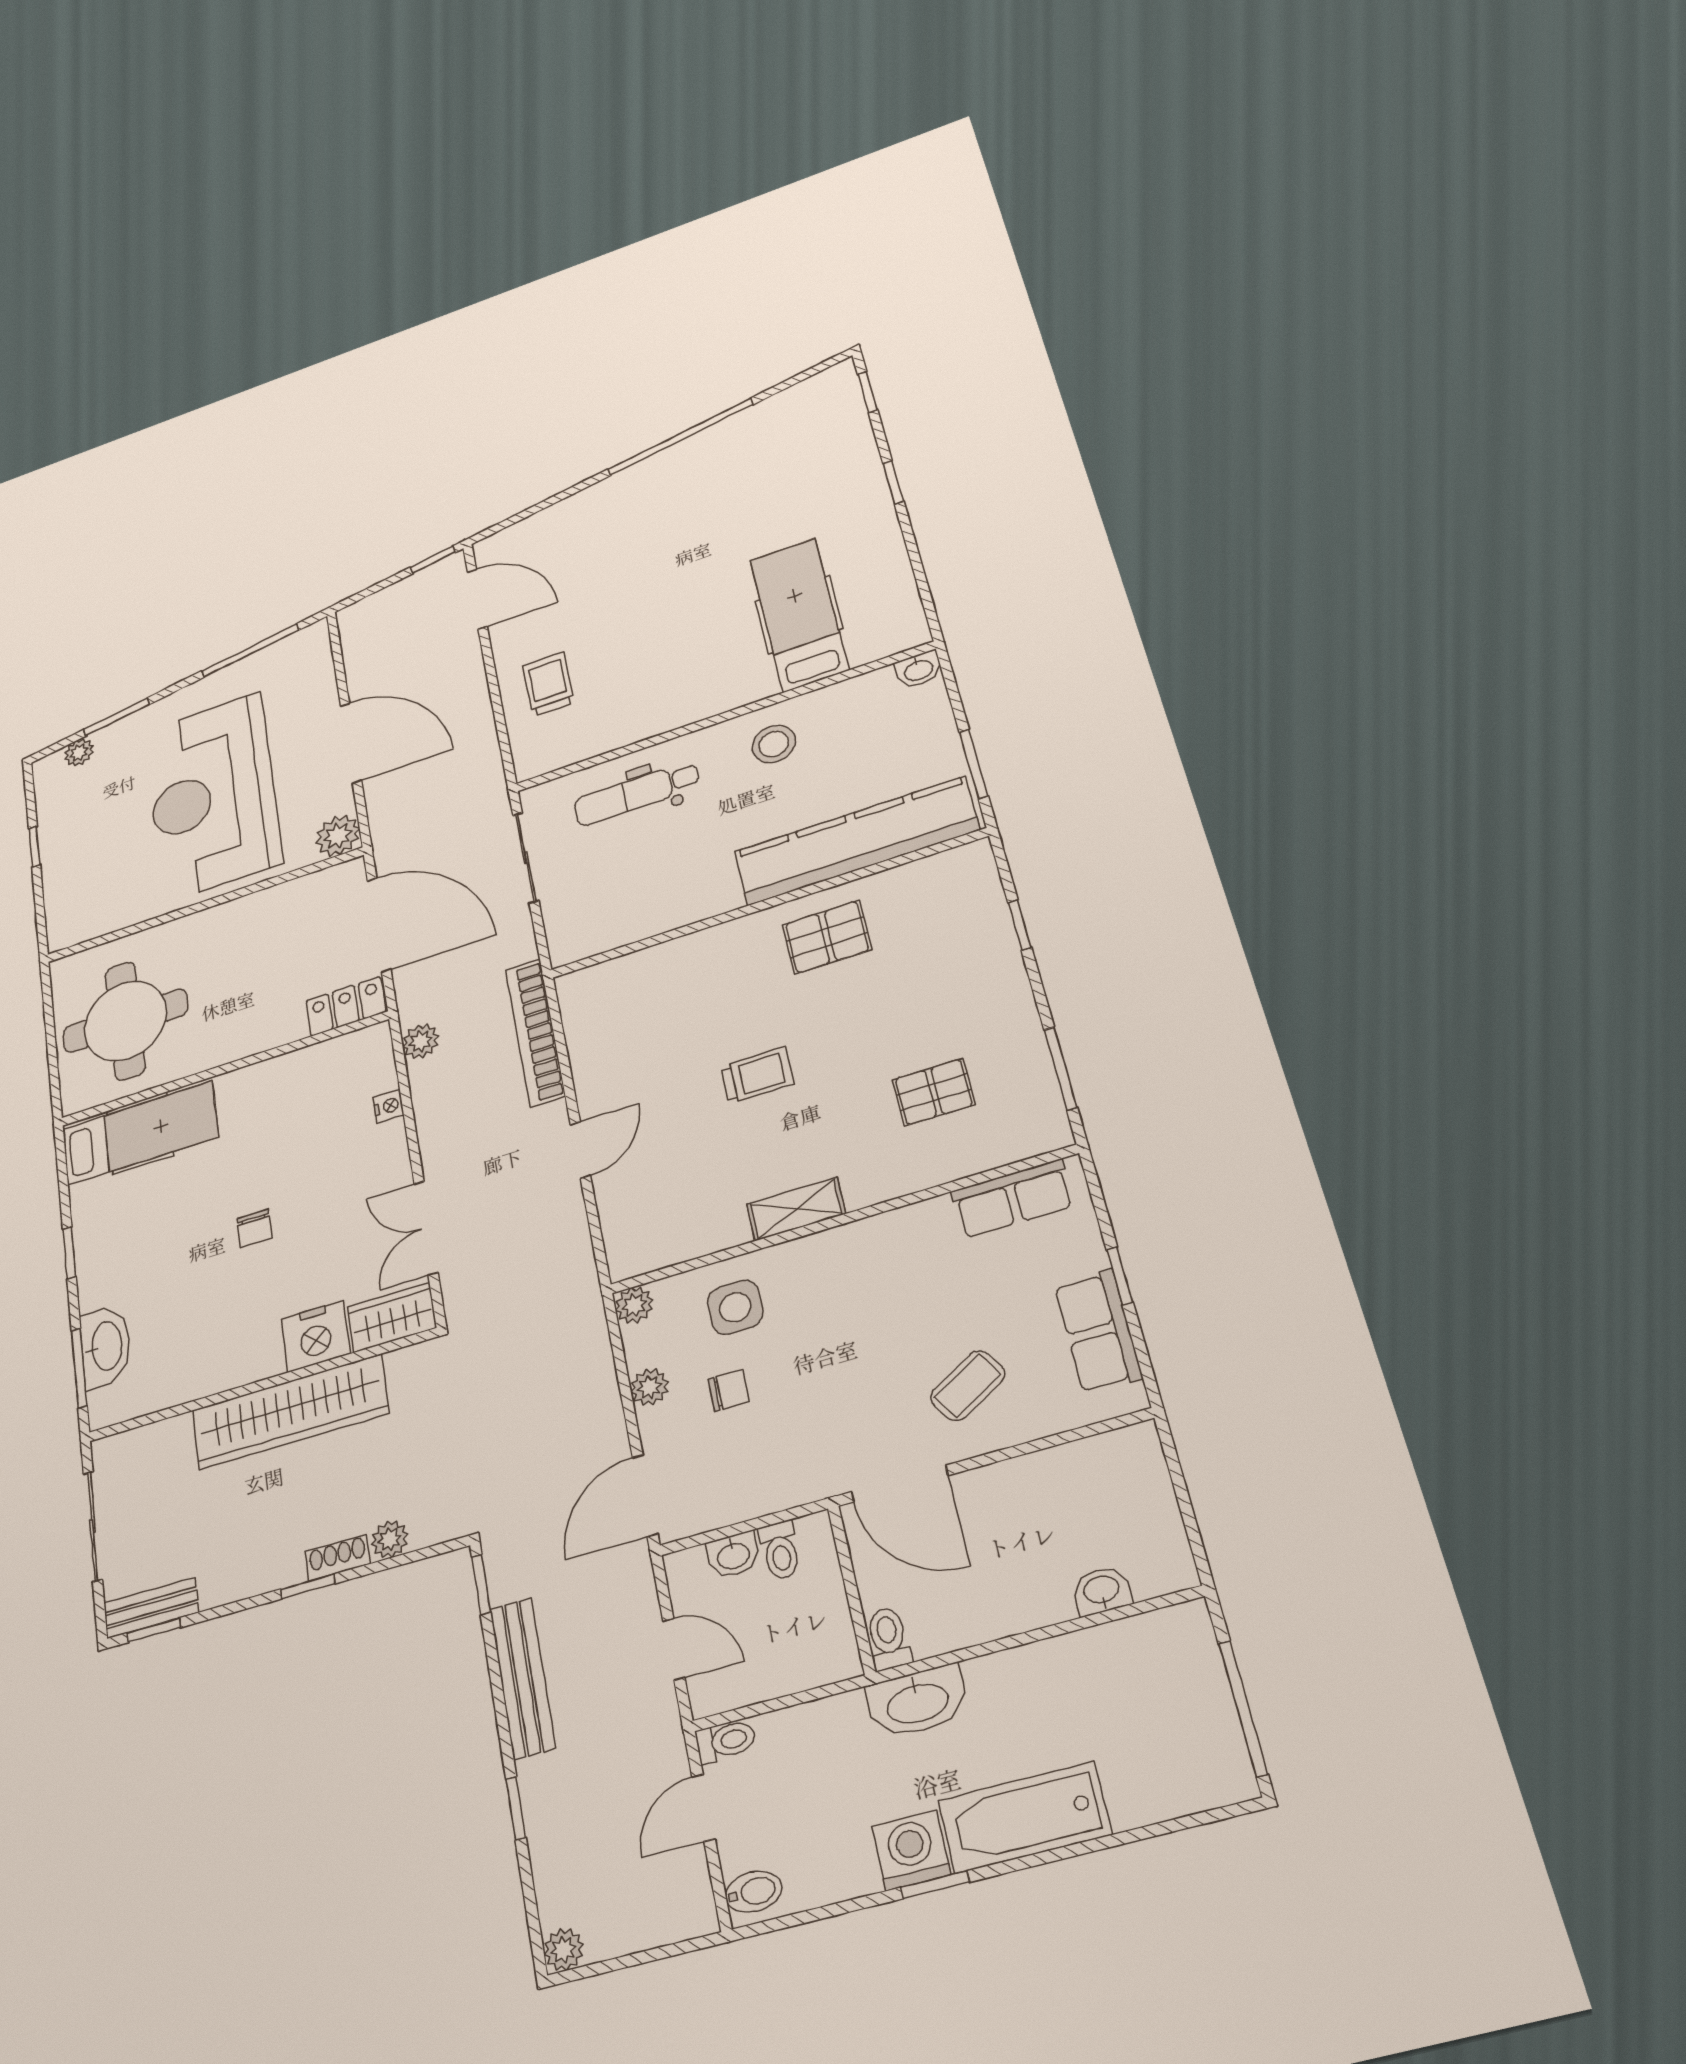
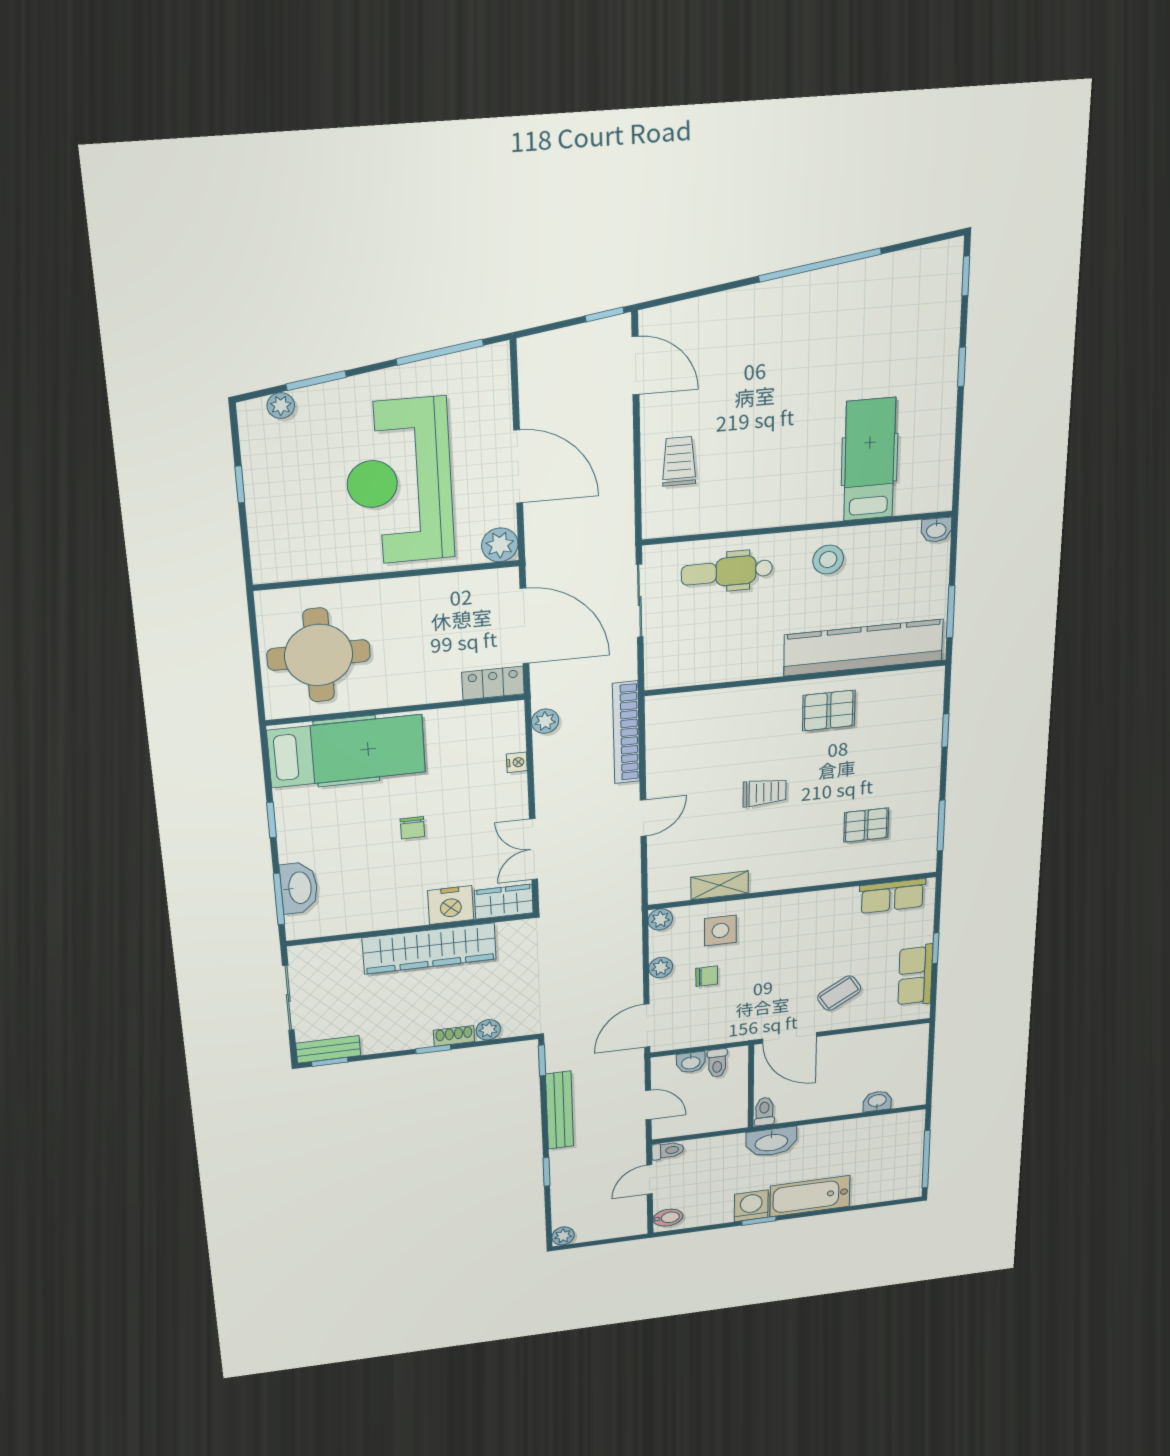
hospital bed: (140, 1133) -> (347, 751), width x1.37, depth x1.29
shelving: (796, 1209) -> (720, 885), moved

